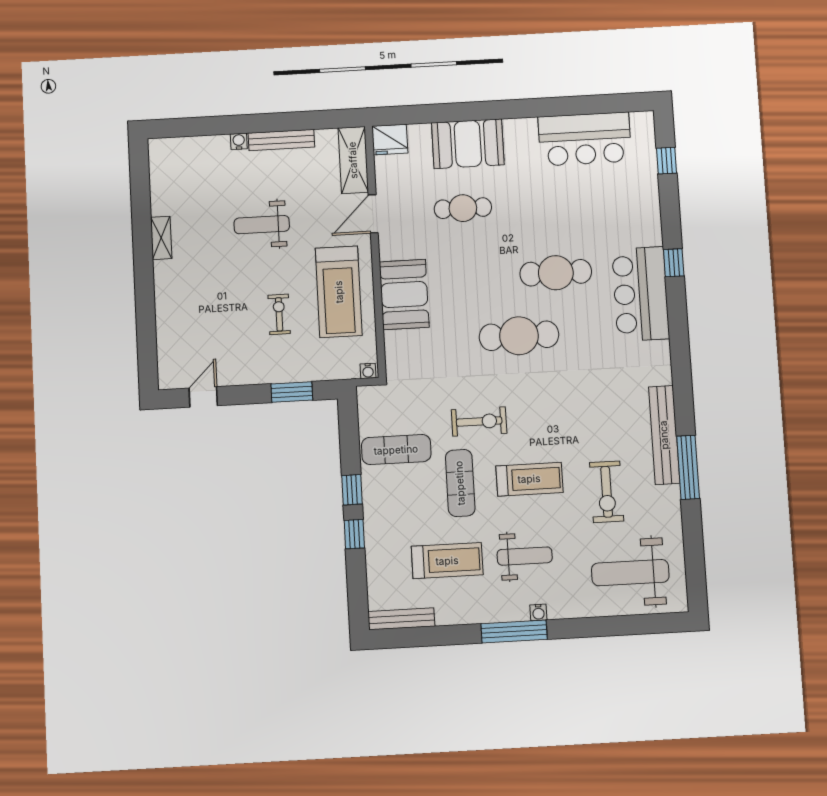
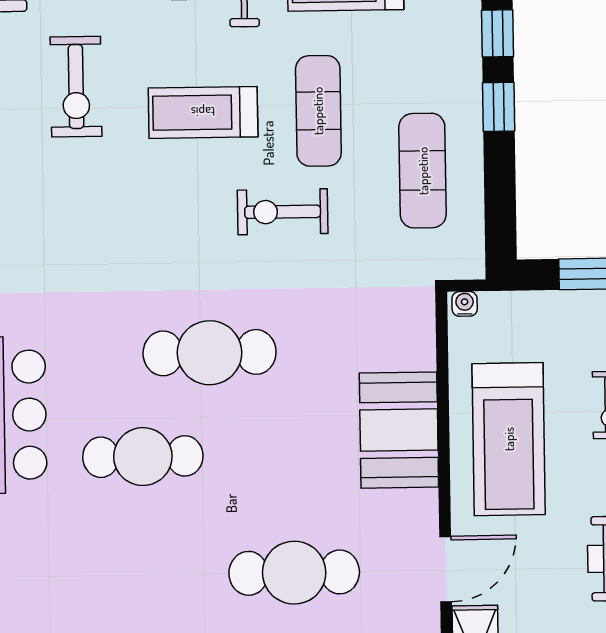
cafe table: (463, 208) -> (294, 573), width x1.37, depth x1.35
treadmill: (339, 292) -> (509, 439), turned 180
exercise mat: (396, 450) -> (423, 171), turned 90
exercise bike: (607, 492) -> (76, 87), turned 180

